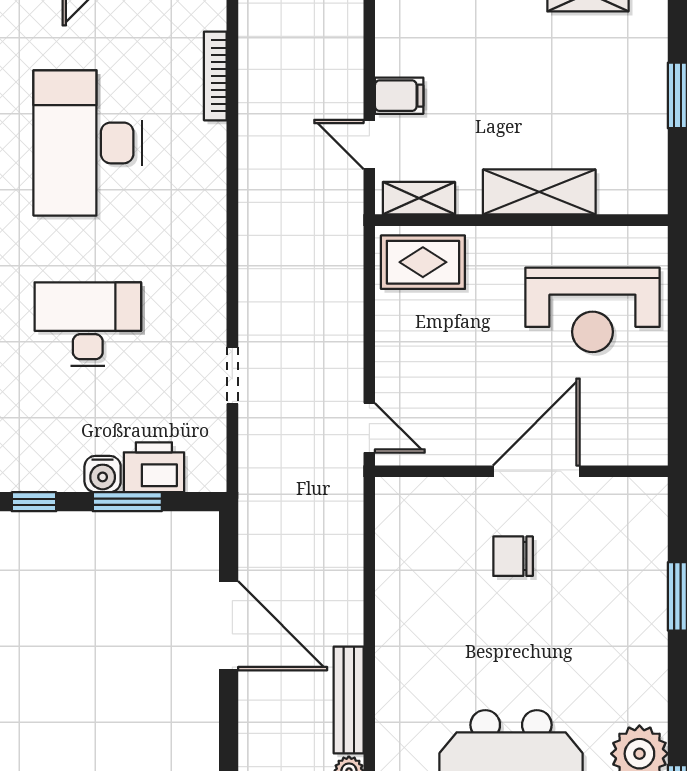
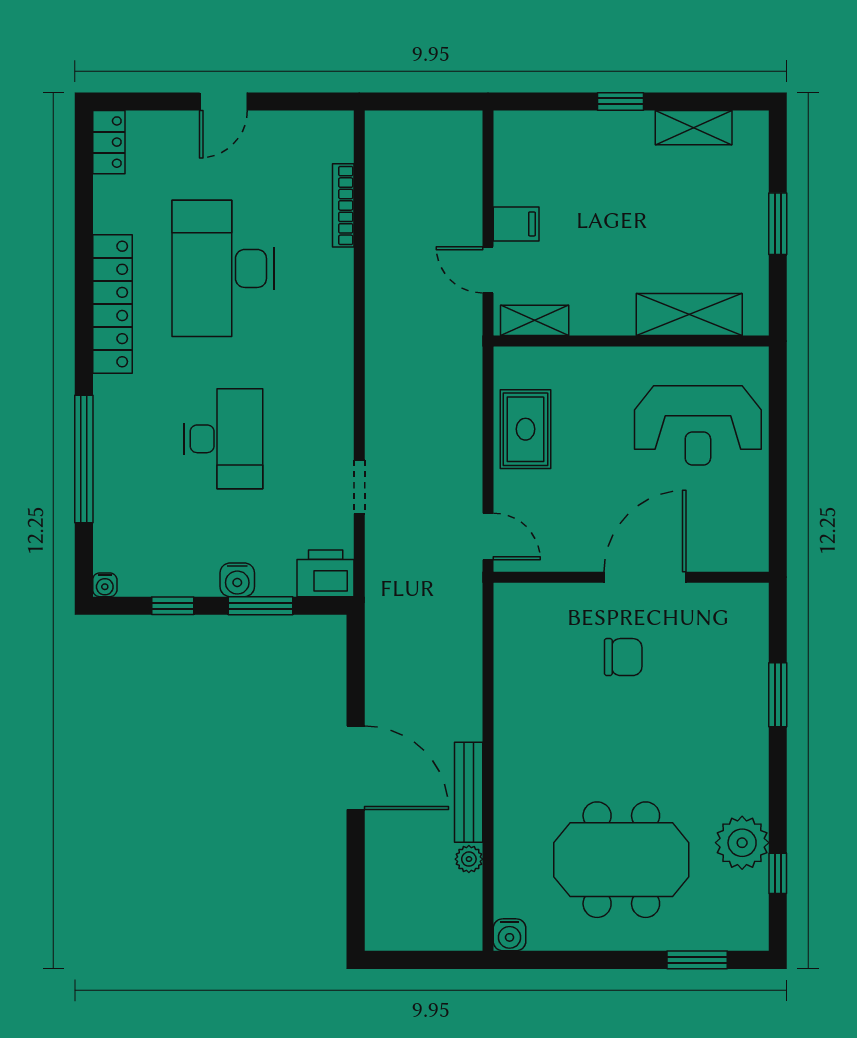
shelving: (539, 192) -> (689, 315), moved
rug: (423, 262) -> (526, 429), moved, turned 90
desk: (88, 324) -> (223, 439), turned 90
printer: (154, 467) -> (326, 573), moved
chair: (513, 556) -> (623, 657), turned 180
door: (229, 626) -> (356, 768), moved

